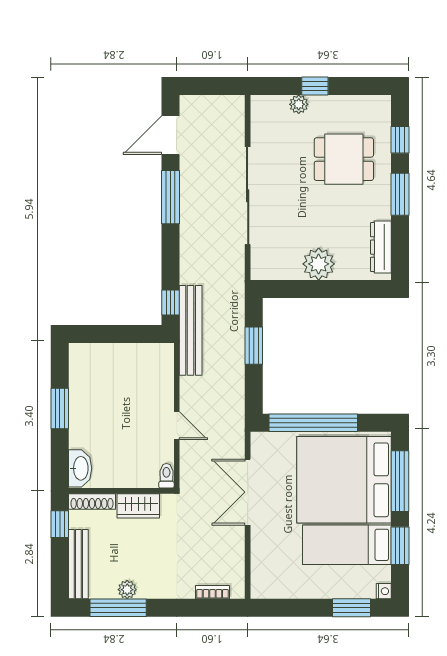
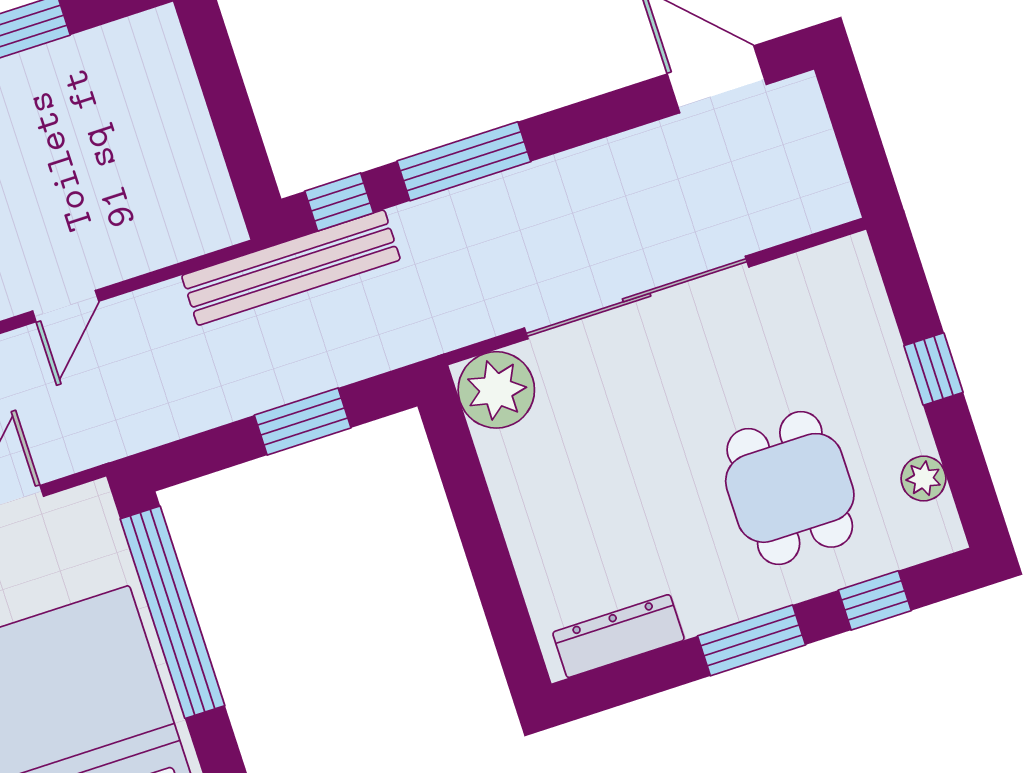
plant: (299, 104) -> (924, 479), moved
window: (171, 197) -> (464, 161), moved
plant: (319, 264) -> (496, 390), moved

